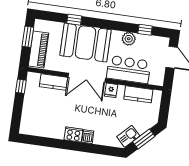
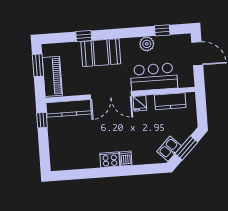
booth: (86, 43) -> (101, 53), width x0.73, depth x0.70
kitchen counter: (54, 82) -> (69, 108), width x1.50

